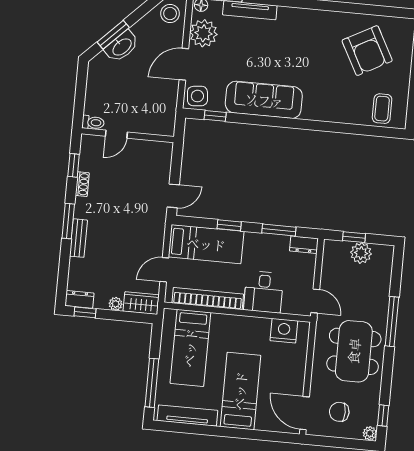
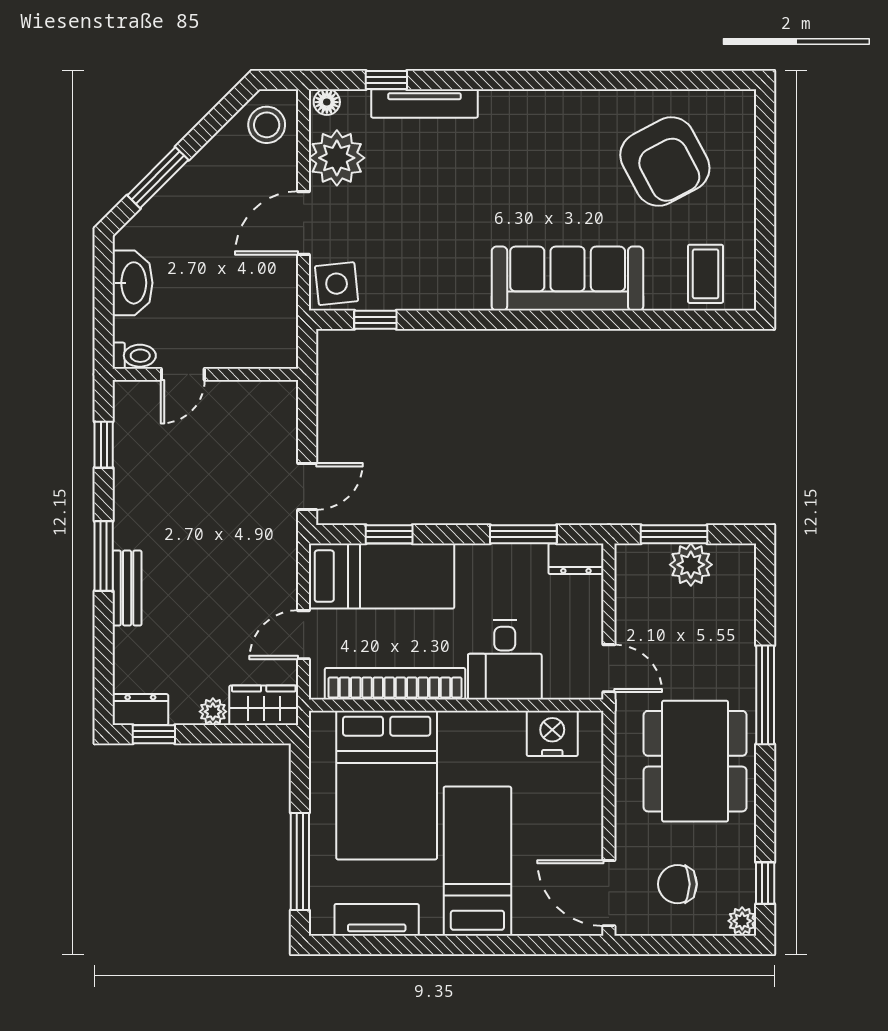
washbasin: (122, 47) -> (133, 283), moved, turned -45
sofa: (264, 100) -> (568, 279), moved
shoe rack: (82, 184) -> (124, 480), removed
window: (229, 225) -> (389, 534), moved
window: (354, 237) -> (674, 534), width x1.50
bed: (190, 348) -> (387, 785), width x1.50
tv unit: (187, 416) -> (377, 920), width x0.71

